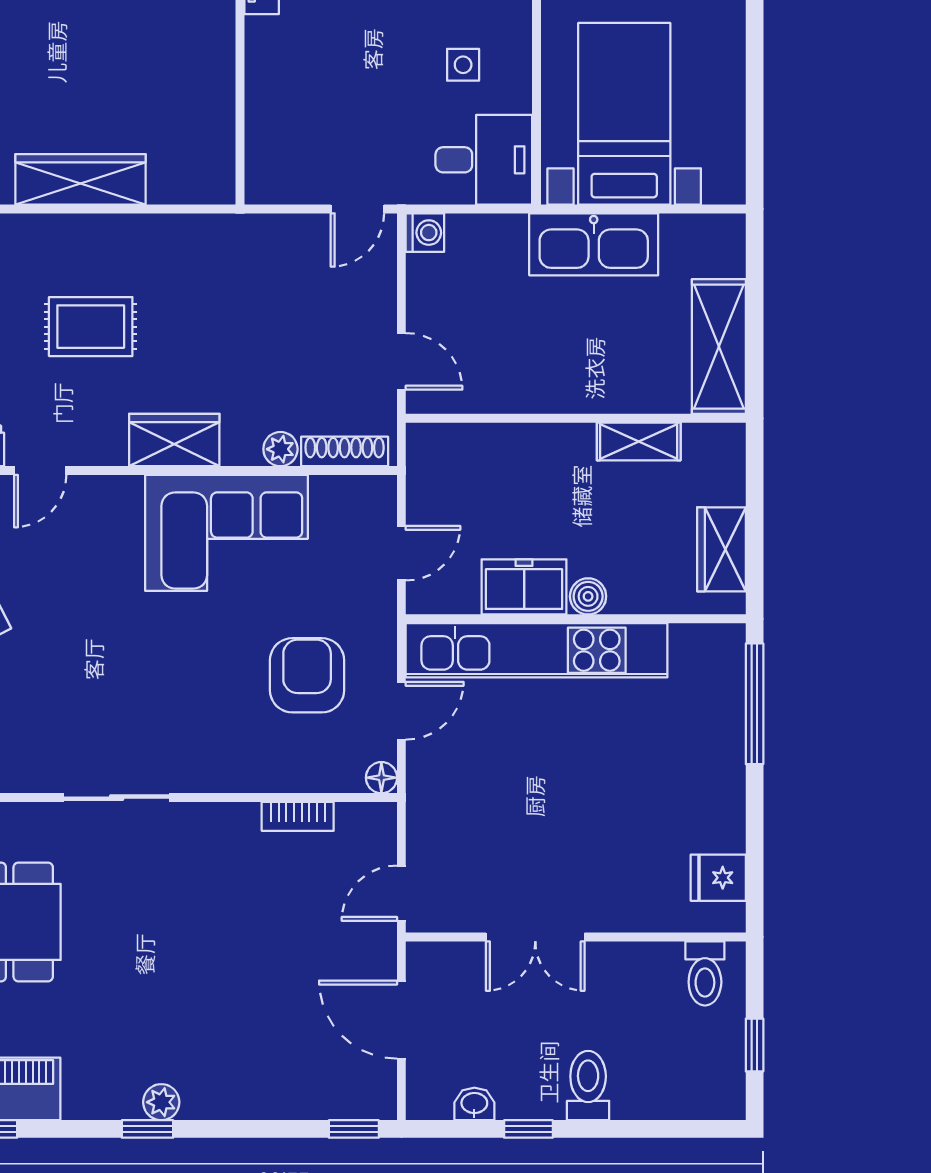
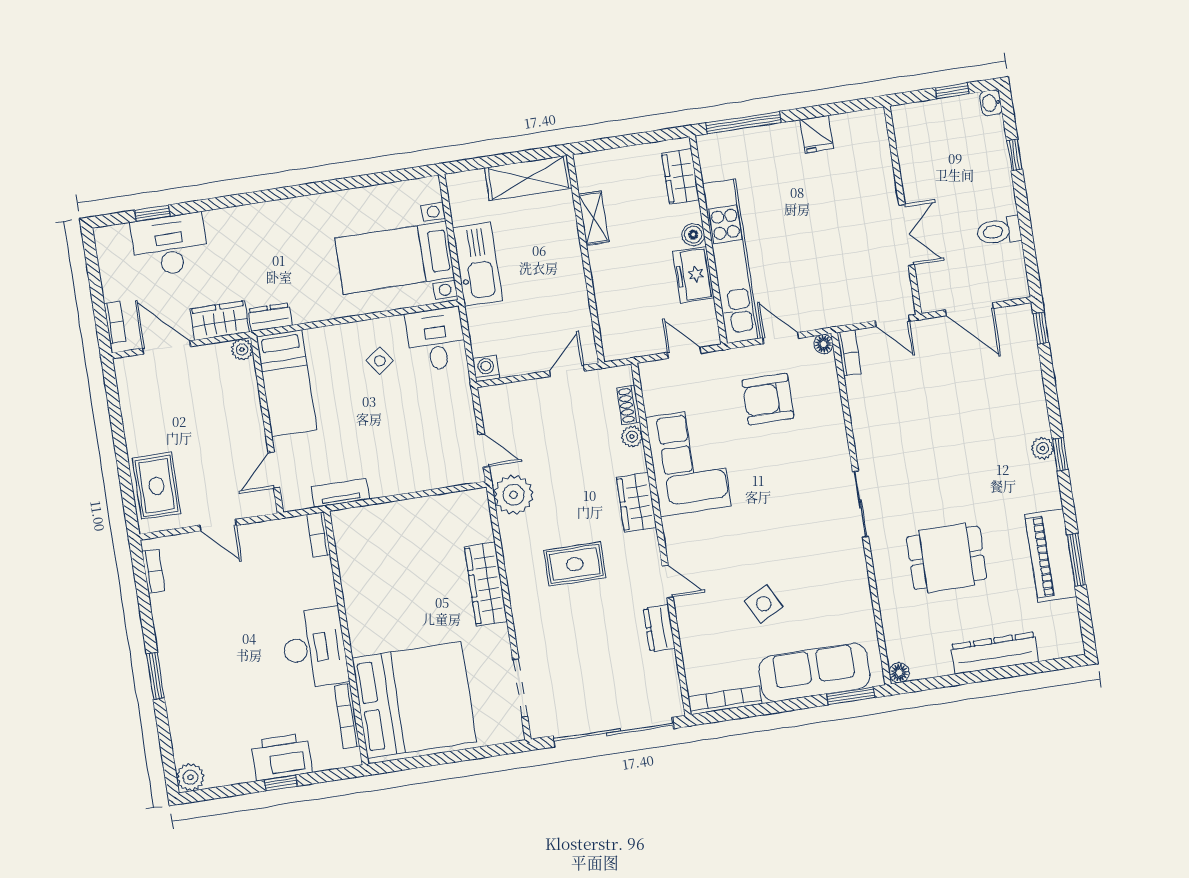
side table: (463, 65) -> (380, 361), turned -36
door: (357, 209) -> (484, 451), moved
plant: (216, 246) -> (514, 495), added
rug: (91, 327) -> (575, 564), turned 90
shoe rack: (345, 451) -> (629, 405), width x0.70
wardrobe: (721, 549) -> (680, 177), moved, turned 90
bookcase: (298, 816) -> (849, 353), moved
fridge: (718, 878) -> (817, 134), moved
toilet: (705, 973) -> (913, 128), removed
door: (401, 1020) -> (970, 309), hinge flipped
toilet: (588, 1085) -> (999, 231), moved
washbasin: (474, 1104) -> (991, 103), moved
window: (528, 1129) -> (1014, 155), moved

